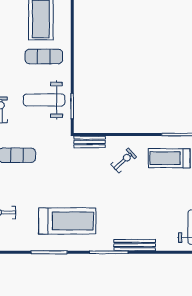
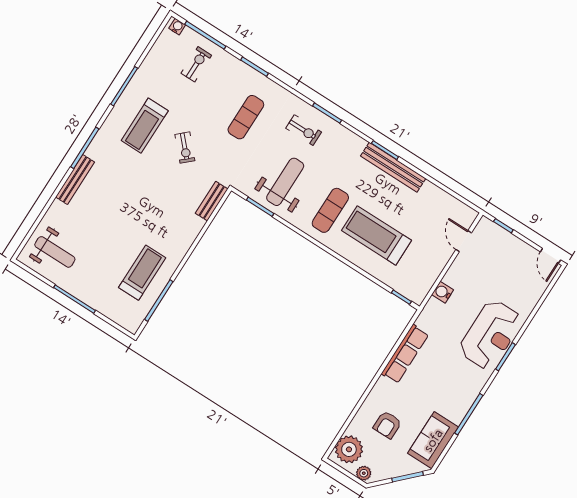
exercise bike: (124, 161) -> (185, 148), moved
treadmill: (67, 221) -> (145, 126), width x0.73, depth x0.73

